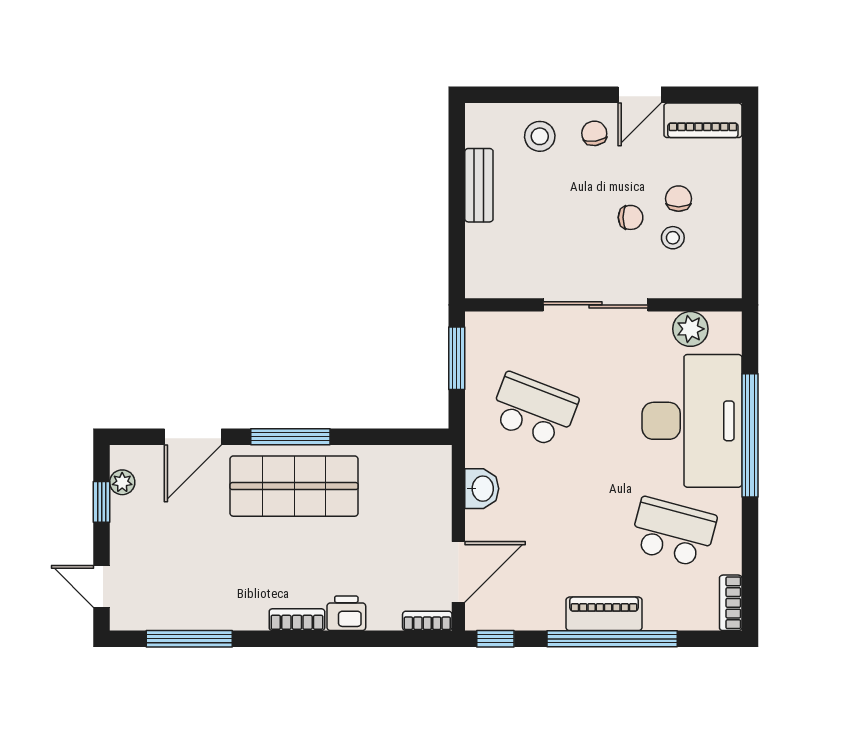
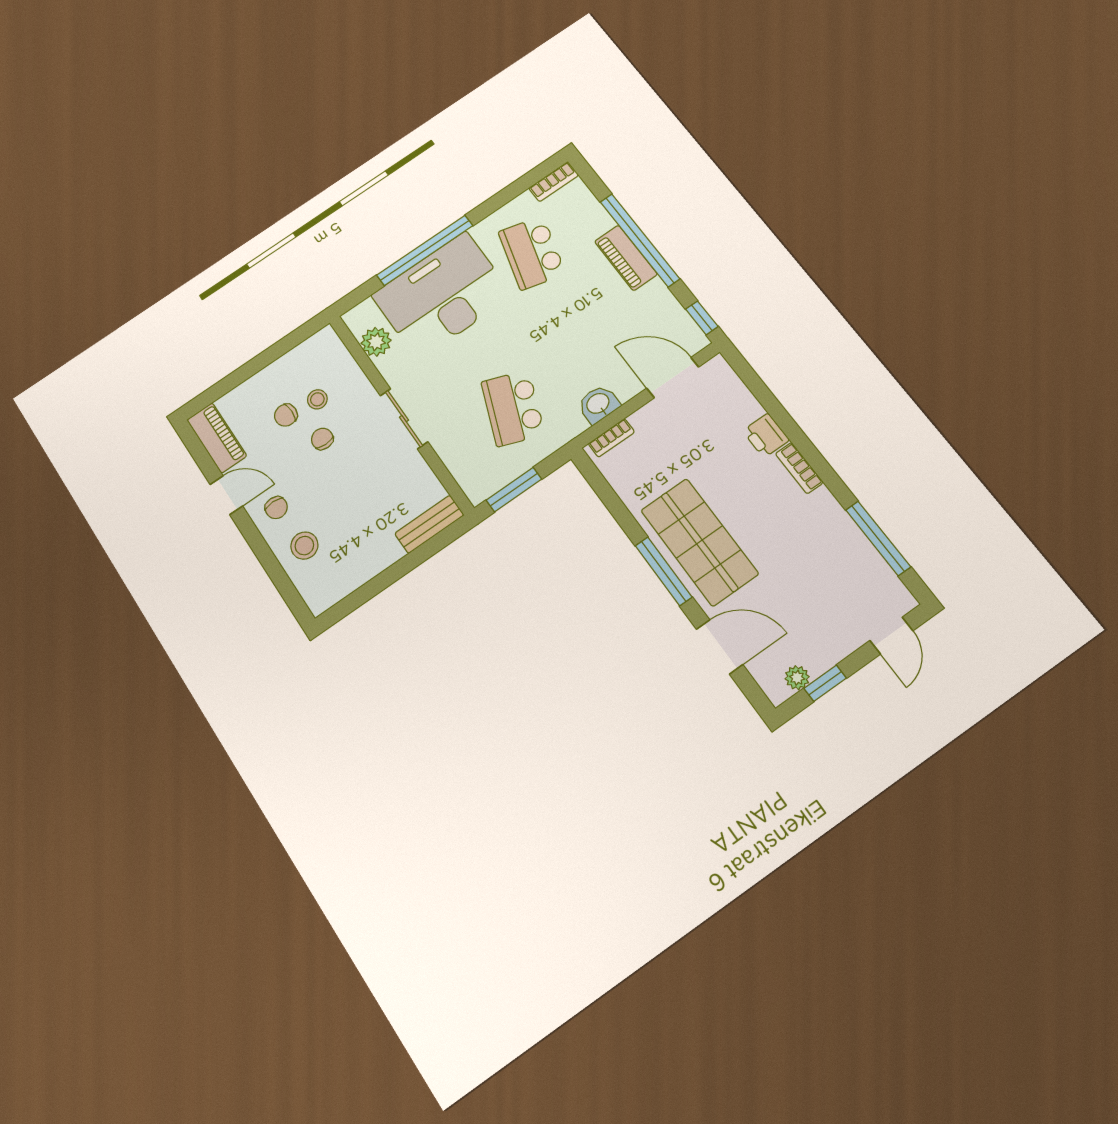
chair: (594, 133) -> (276, 508), turned -82
bench: (479, 185) -> (429, 524), moved
sliding door: (596, 305) -> (404, 419), width x0.73
bookcase: (427, 621) -> (611, 438), moved, turned -90

